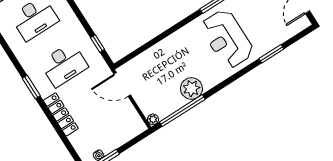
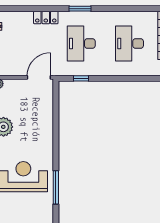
locker: (61, 114) -> (46, 18), width x0.66

